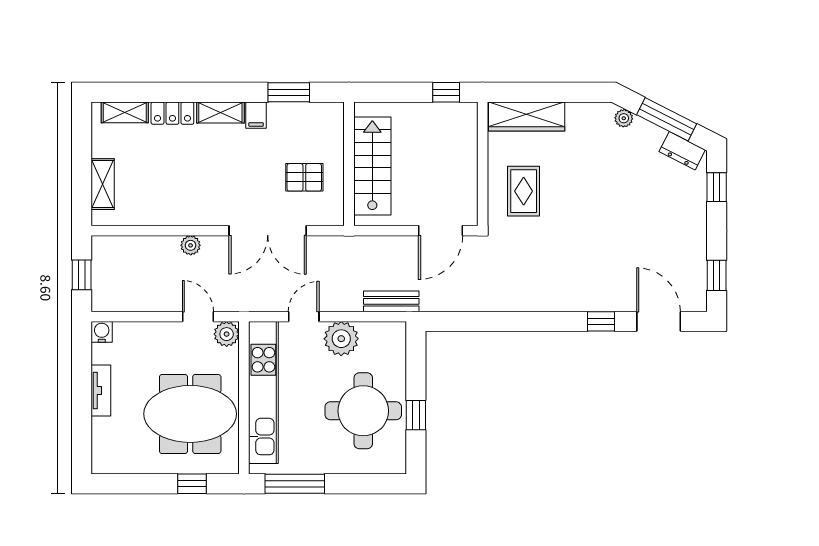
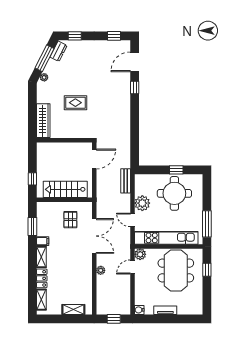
window: (446, 92) -> (32, 179), moved
rug: (524, 191) -> (75, 103), moved
door: (441, 231) -> (94, 159), hinge flipped

